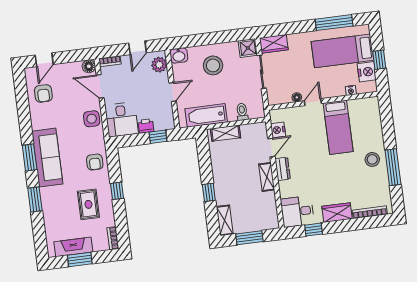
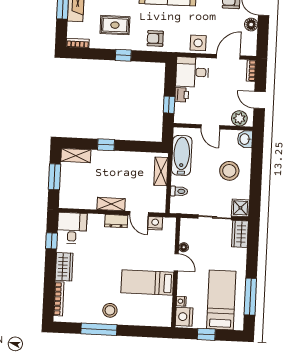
floor lamp: (89, 66) -> (251, 25), moved
nightstand: (367, 72) -> (184, 317), moved, turned 90

